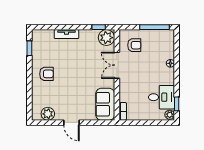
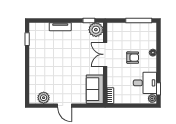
armchair: (134, 45) -> (133, 58), moved
armchair: (46, 74) -> (42, 62), removed

